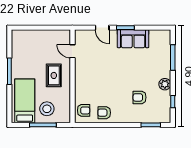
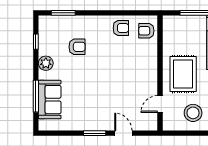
sofa: (133, 39) -> (50, 100), moved, turned 90
door: (72, 51) -> (160, 104), swing flipped
rug: (54, 75) -> (183, 74), width x1.36, depth x1.43
stool: (47, 109) -> (193, 113), moved

